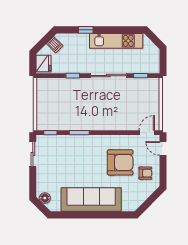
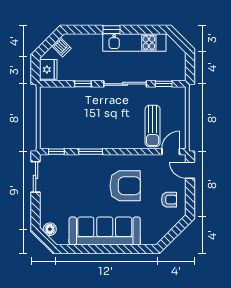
window: (86, 30) -> (111, 30), moved
sun lounger: (131, 111) -> (153, 126), added
armchair: (120, 162) -> (125, 186), moved

